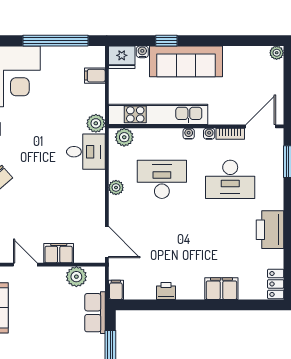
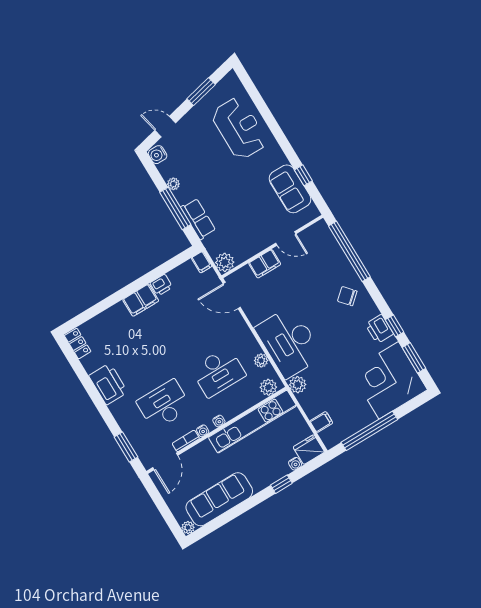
sofa: (186, 61) -> (219, 499), moved
desk: (86, 152) -> (289, 342), width x1.87, depth x1.30
plant: (116, 188) -> (261, 360), moved
plant: (76, 277) -> (225, 262), moved
filing cabinet: (221, 289) -> (141, 300), moved
row of seats: (95, 313) -> (198, 219), moved

